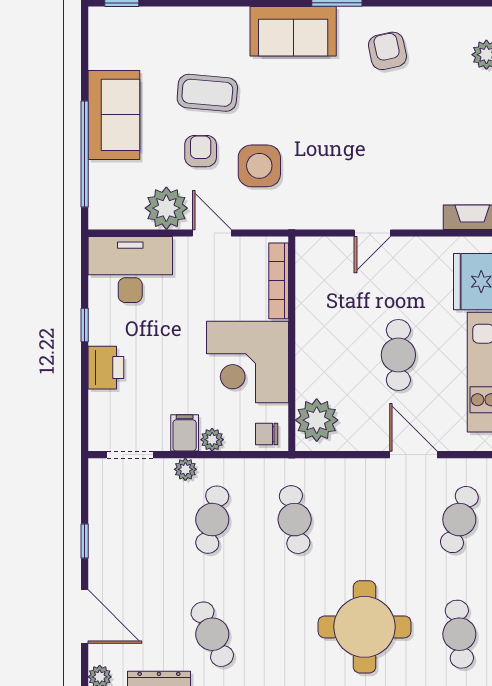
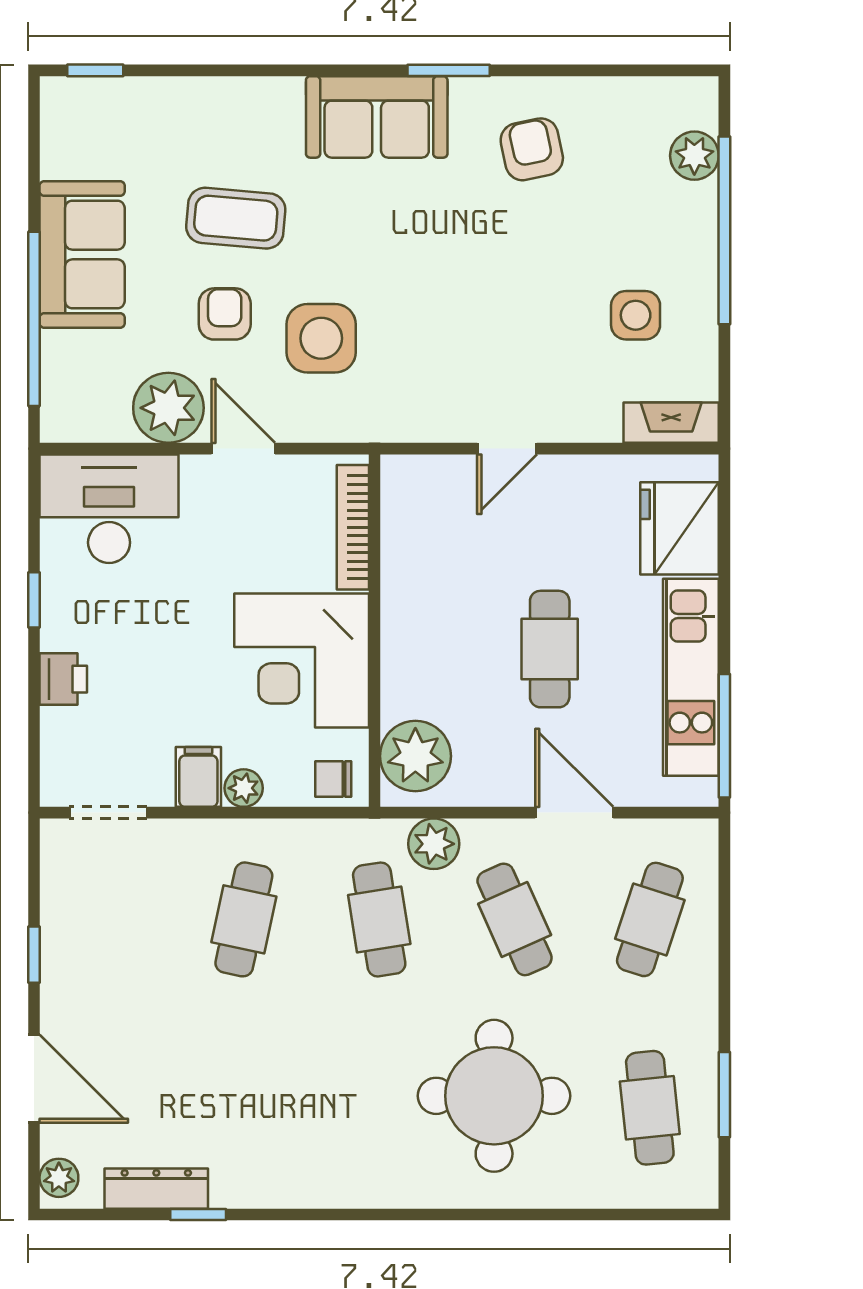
side table: (451, 152) -> (636, 315), added
printer: (106, 368) -> (63, 679), width x0.73, depth x0.81
plant: (185, 469) -> (434, 844), moved, width x1.38, depth x1.38
cafe table: (212, 634) -> (515, 919), moved

